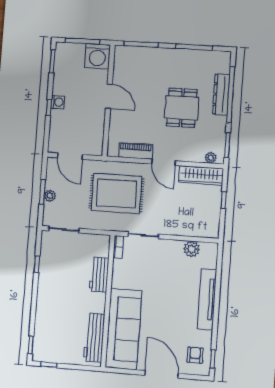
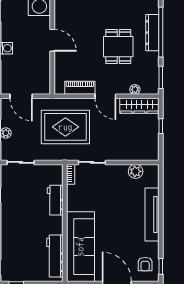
plant: (211, 158) -> (135, 89), moved
armchair: (195, 355) -> (145, 264), turned 180

